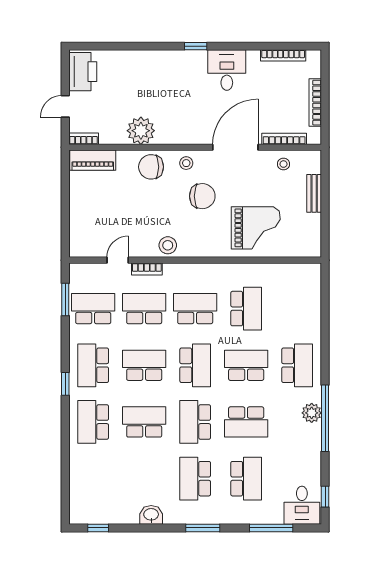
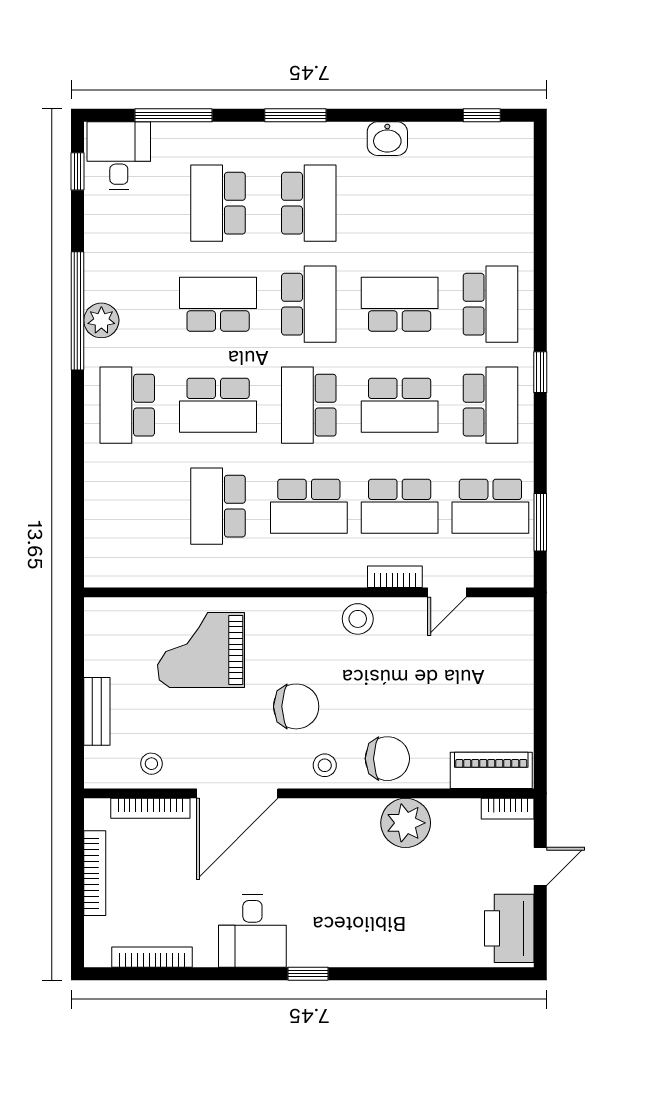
chair: (202, 196) -> (296, 706), turned 180
school desk: (144, 422) -> (400, 304), turned 180

